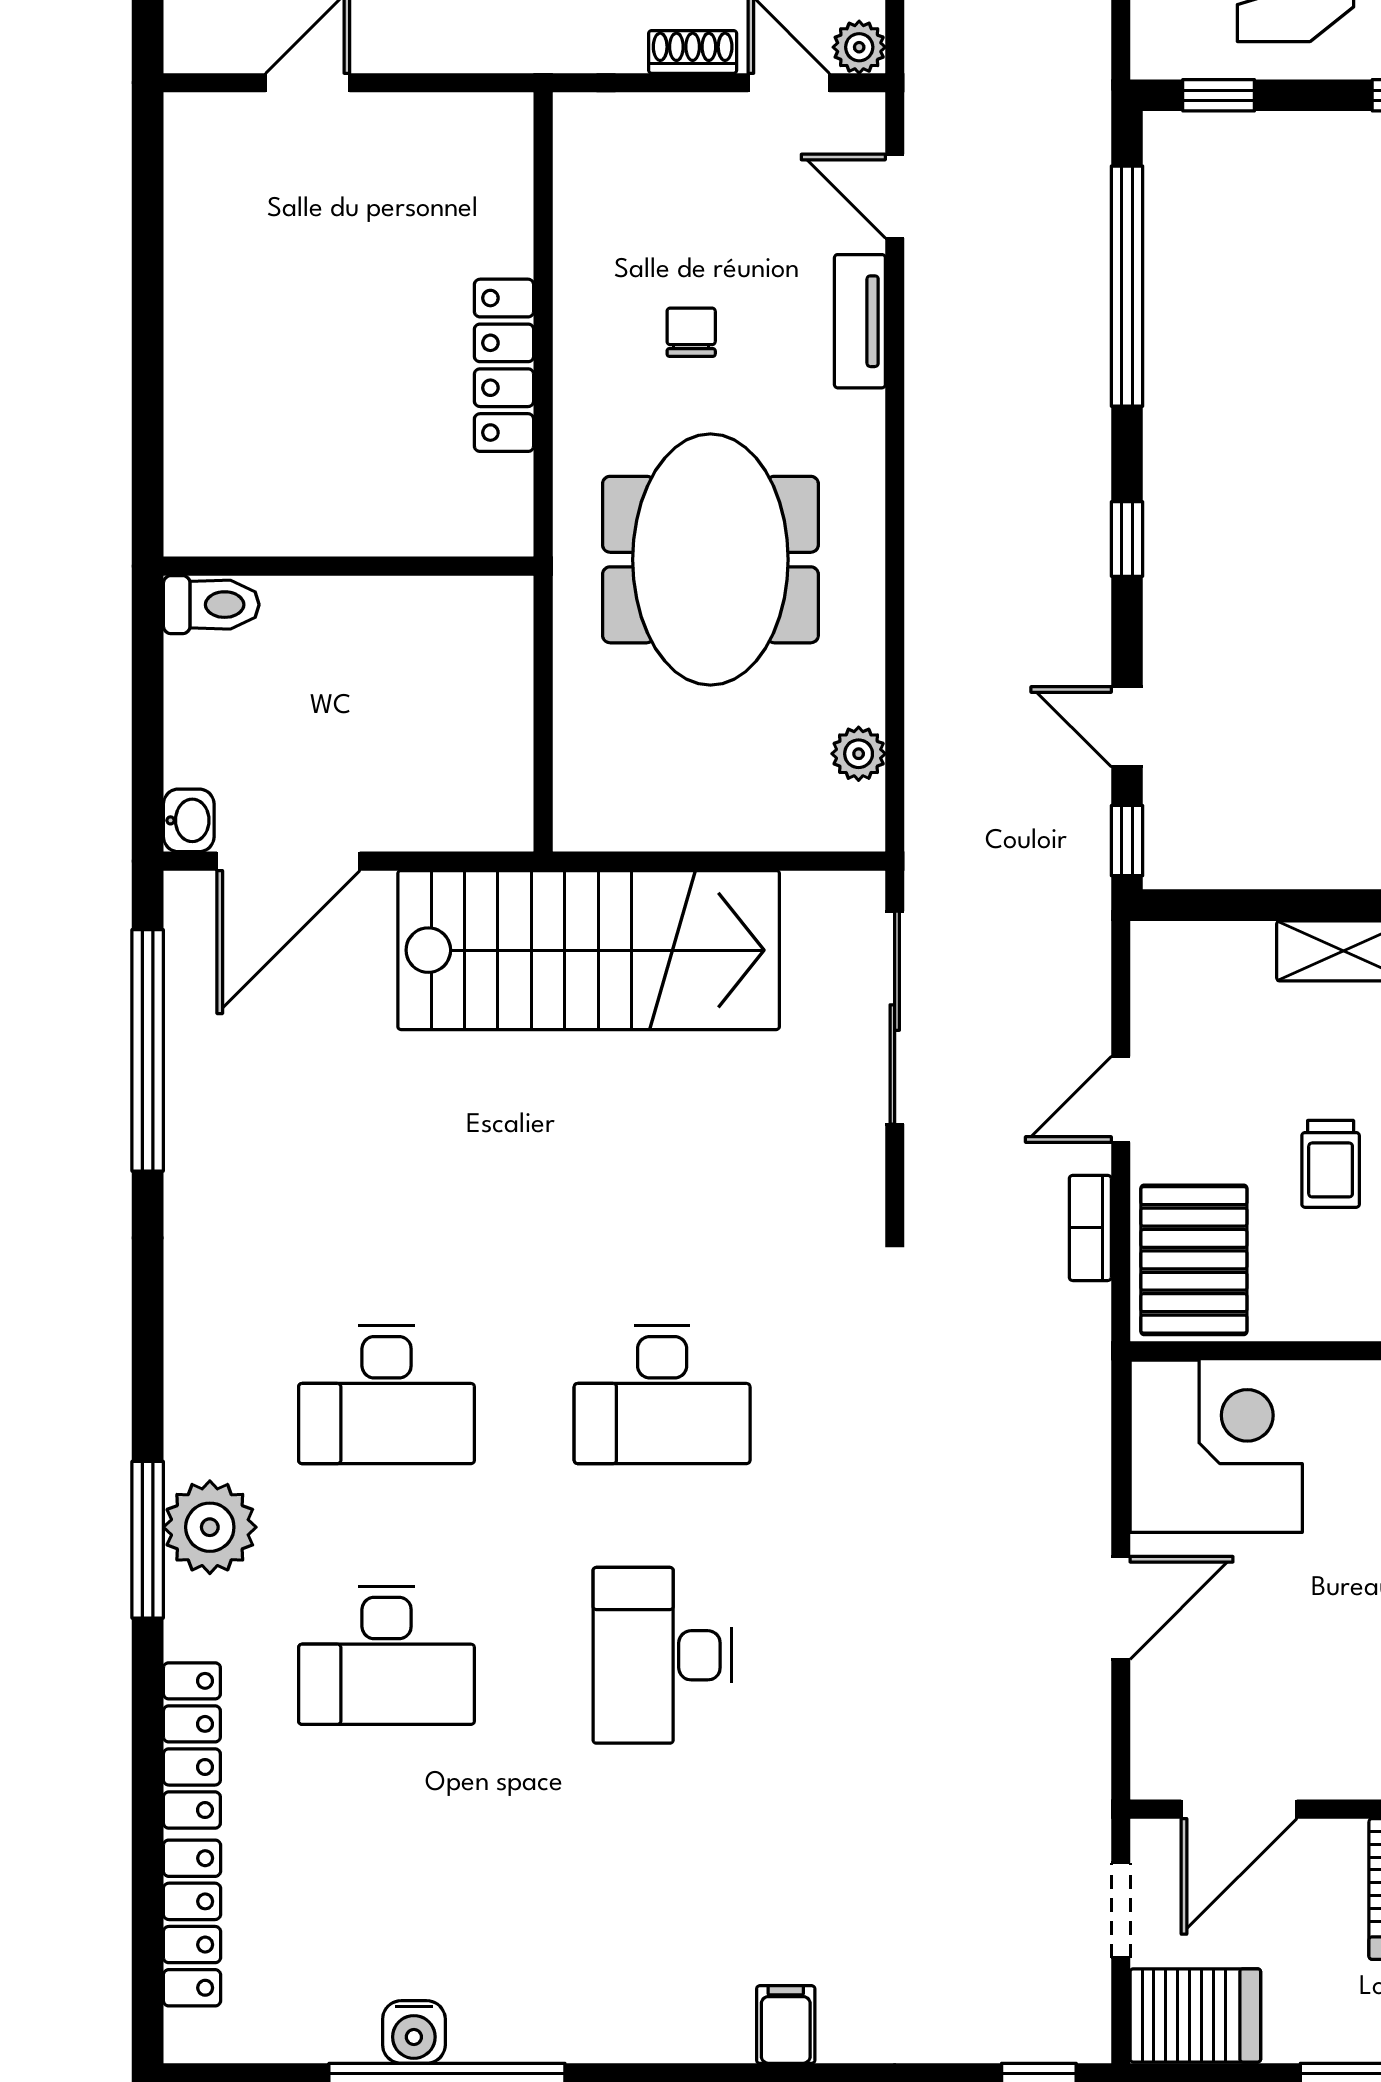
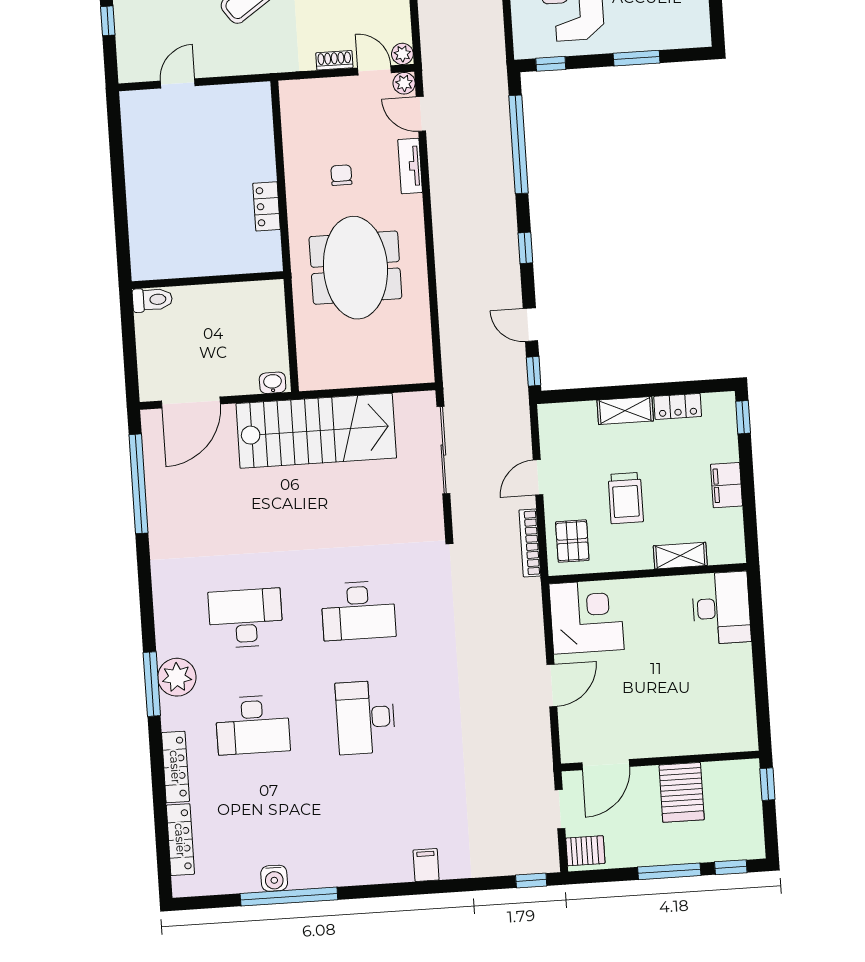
locker: (504, 365) -> (267, 206), width x0.66
plant: (859, 754) -> (404, 83), moved
washbasin: (189, 820) -> (273, 383), moved, turned -90
trolley: (1331, 1164) -> (626, 498), width x1.36, depth x1.39
bookcase: (1090, 1228) -> (530, 543), width x1.56
pallet: (1194, 1260) -> (572, 541), width x0.67, depth x0.71
desk: (387, 1395) -> (246, 618), turned 180
server rack: (1195, 2015) -> (585, 851), width x0.73, depth x0.70

